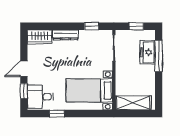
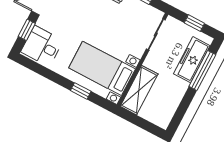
freezer: (148, 52) -> (192, 60), width x1.40
shelving: (133, 103) -> (139, 90), moved, turned 90
window: (57, 114) -> (81, 91), moved

